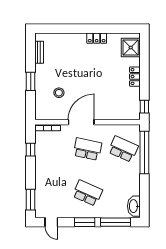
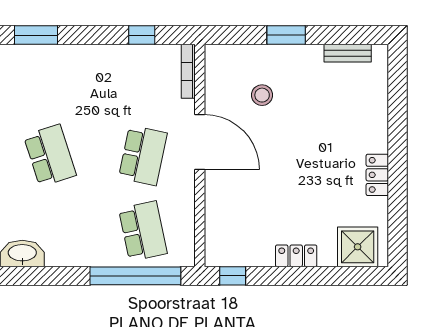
school desk: (123, 149) -> (143, 231), turned -36
school desk: (87, 193) -> (50, 155), turned -42

